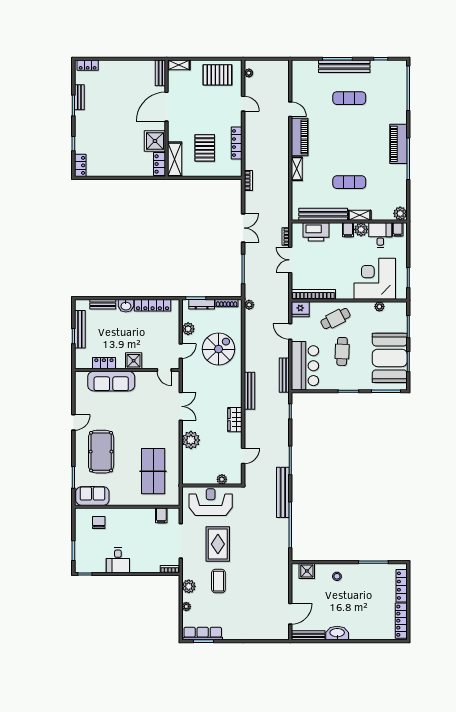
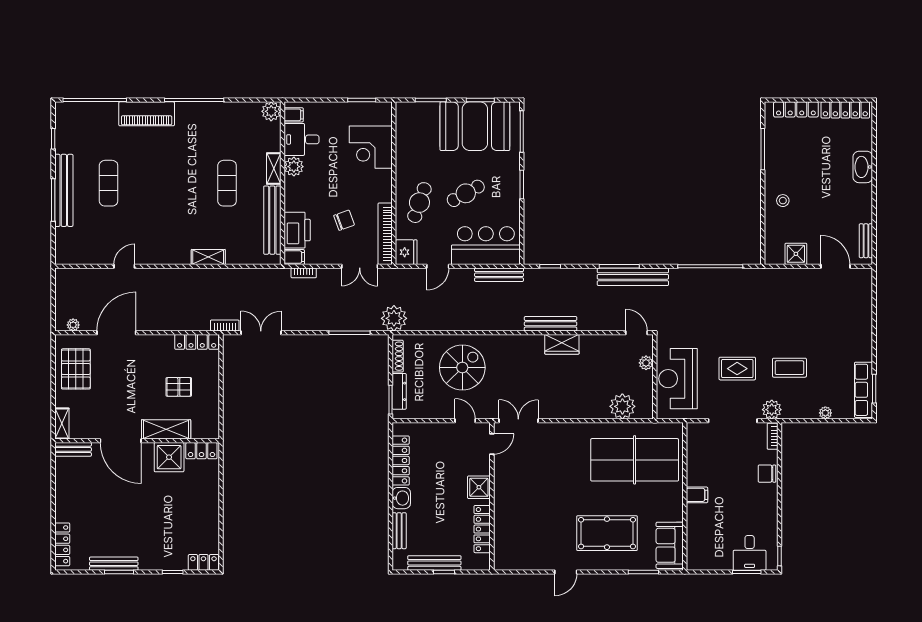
locker: (88, 65) -> (62, 544), width x1.53
bench: (79, 97) -> (114, 564), width x1.36
door: (243, 104) -> (116, 333), width x1.87
piano: (300, 137) -> (163, 253), removed
locker: (237, 143) -> (197, 342), moved
piano: (398, 144) -> (147, 114), moved
pallet: (205, 148) -> (179, 387), width x0.67, depth x0.71
shelving: (175, 159) -> (166, 429), moved
double door: (243, 228) -> (261, 333), moved
filing cabinet: (348, 230) -> (294, 257), moved
double door: (290, 260) -> (360, 266), moved
chair: (323, 265) -> (344, 220), added
corner desk: (375, 279) -> (371, 147), width x0.74, depth x0.74
plant: (249, 305) -> (394, 318), width x1.87, depth x1.87
plant: (379, 307) -> (402, 141), removed
cafe table: (336, 319) -> (419, 203), turned 46
plant: (188, 329) -> (434, 410), removed
spiral stairs: (219, 349) -> (462, 368), turned 90
cafe table: (342, 351) -> (466, 193), turned -31
locker: (104, 363) -> (482, 529), width x1.53
sofa: (111, 381) -> (508, 519), removed
bench: (250, 391) -> (551, 324), moved
double door: (181, 406) -> (518, 421), moved
door: (73, 422) -> (566, 572), swing flipped
plant: (191, 440) -> (622, 406), moved
door: (243, 456) -> (636, 333), moved
table tennis table: (153, 471) -> (635, 460), width x1.36, depth x1.32
bench: (283, 492) -> (633, 277), moved
filing cabinet: (161, 515) -> (697, 495), moved
chair: (99, 522) -> (767, 474), moved
rug: (218, 544) -> (737, 369), width x0.73, depth x0.70
desk: (118, 560) -> (750, 553), moved, turned 90
shower: (307, 571) -> (796, 254), moved
plant: (189, 586) -> (772, 410), moved
washbasin: (337, 633) -> (863, 167), moved
bench: (308, 635) -> (866, 241), width x0.73

